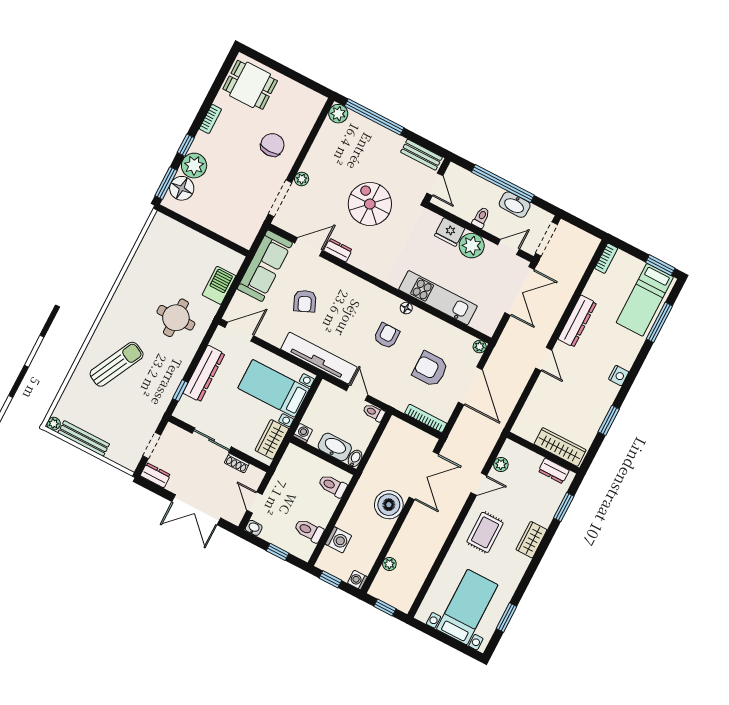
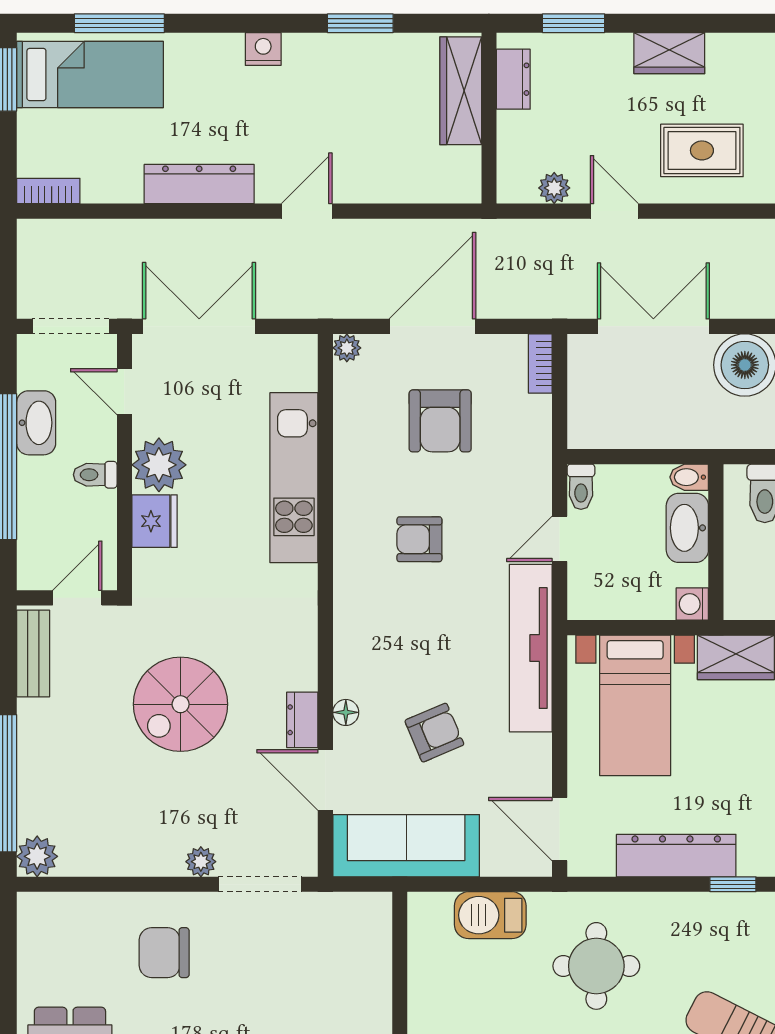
floor lamp: (406, 308) -> (346, 712), moved
bookcase: (426, 418) -> (540, 364), width x0.64

